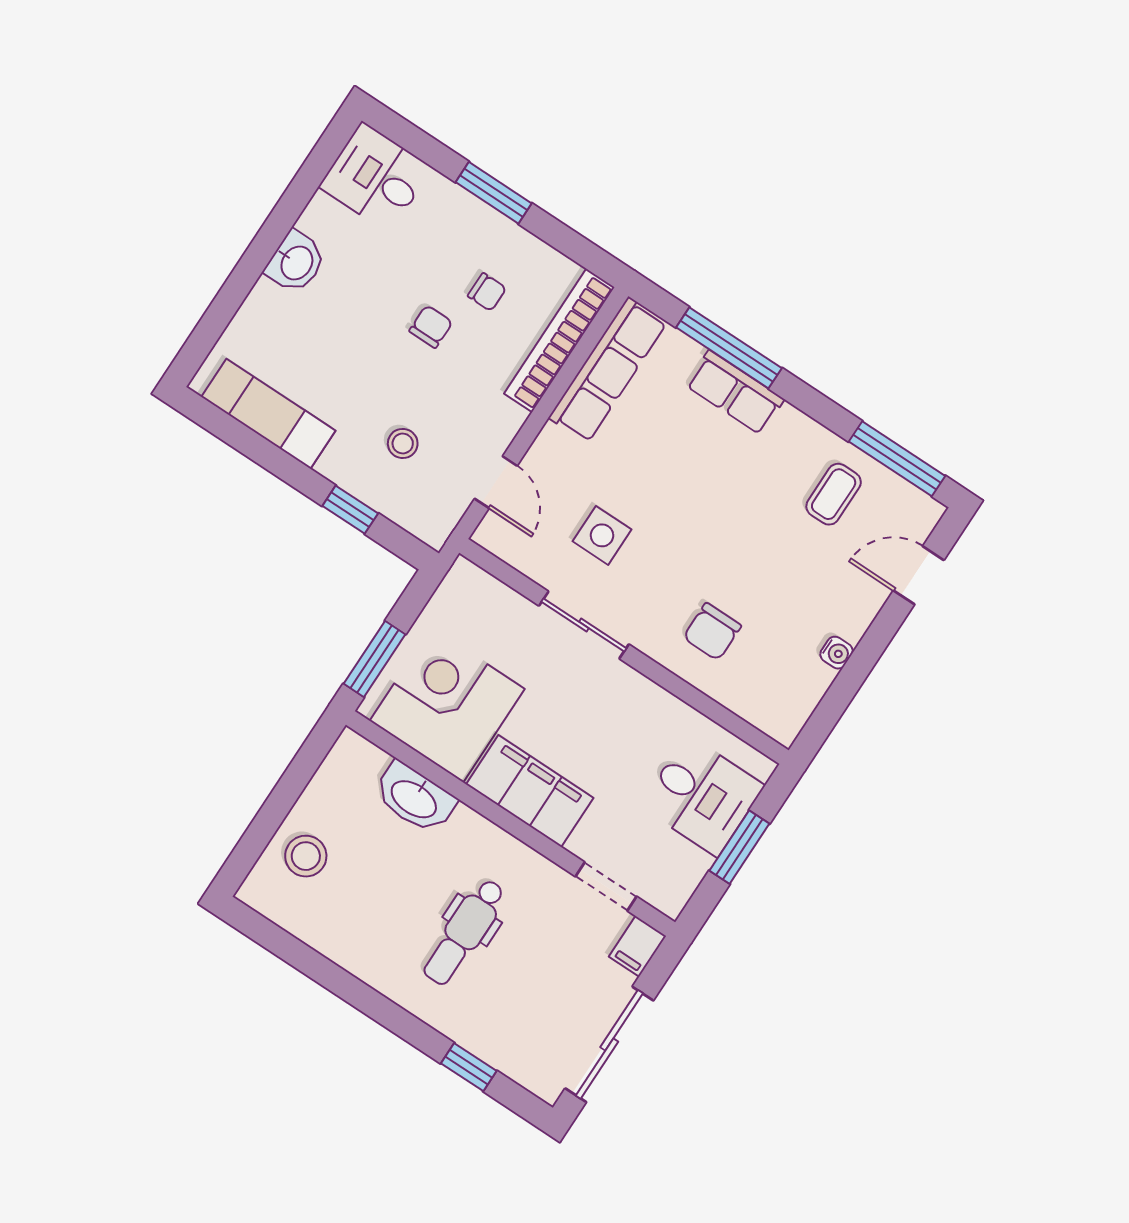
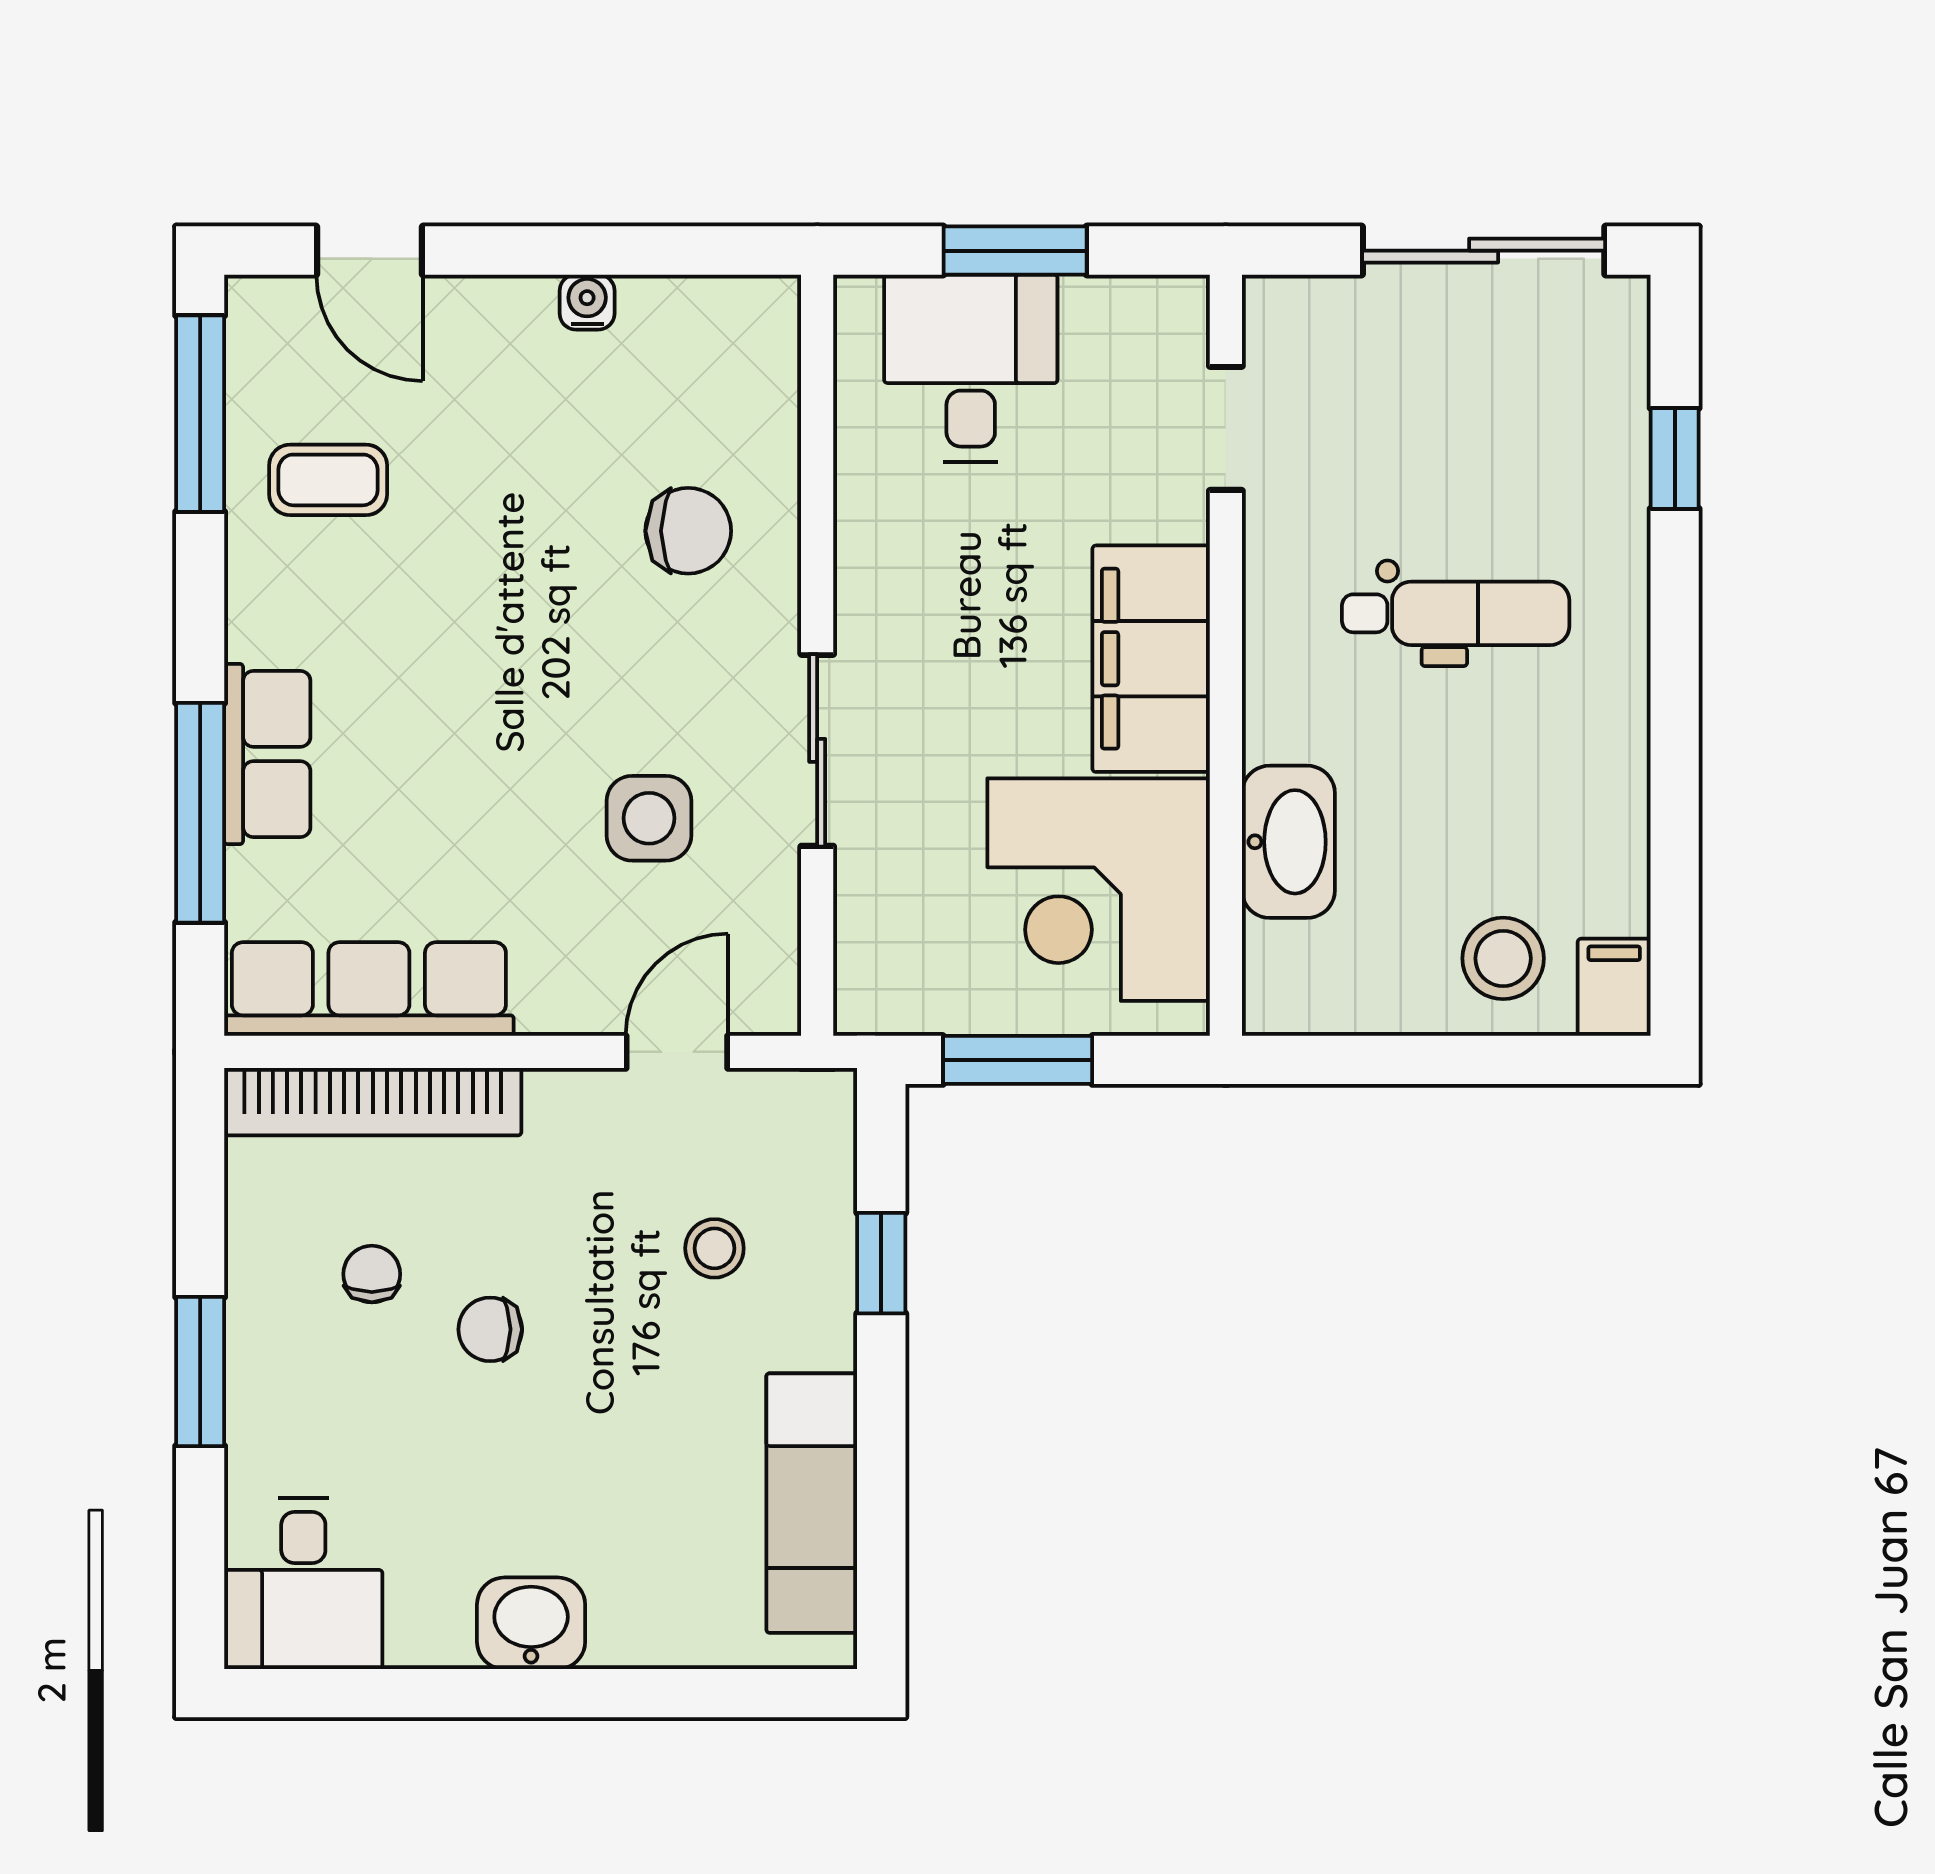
window: (374, 659) -> (1018, 1060), moved
filing cabinet: (637, 946) -> (1614, 987), moved, turned -90

